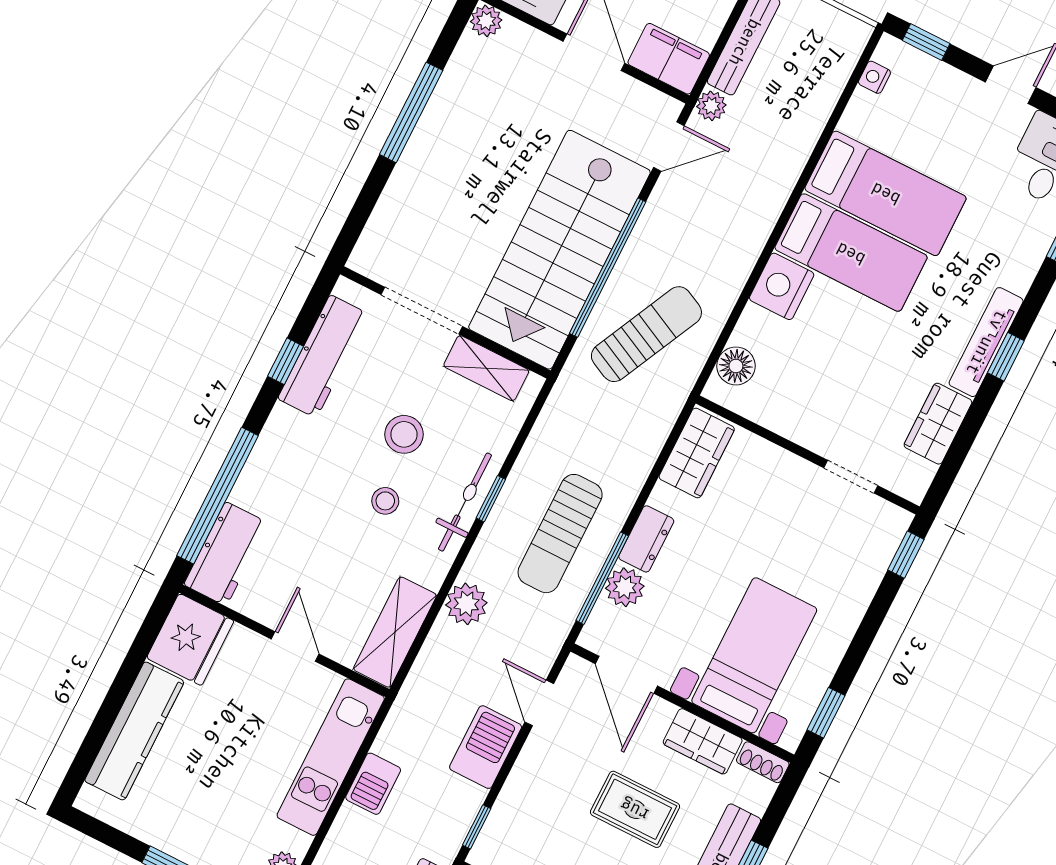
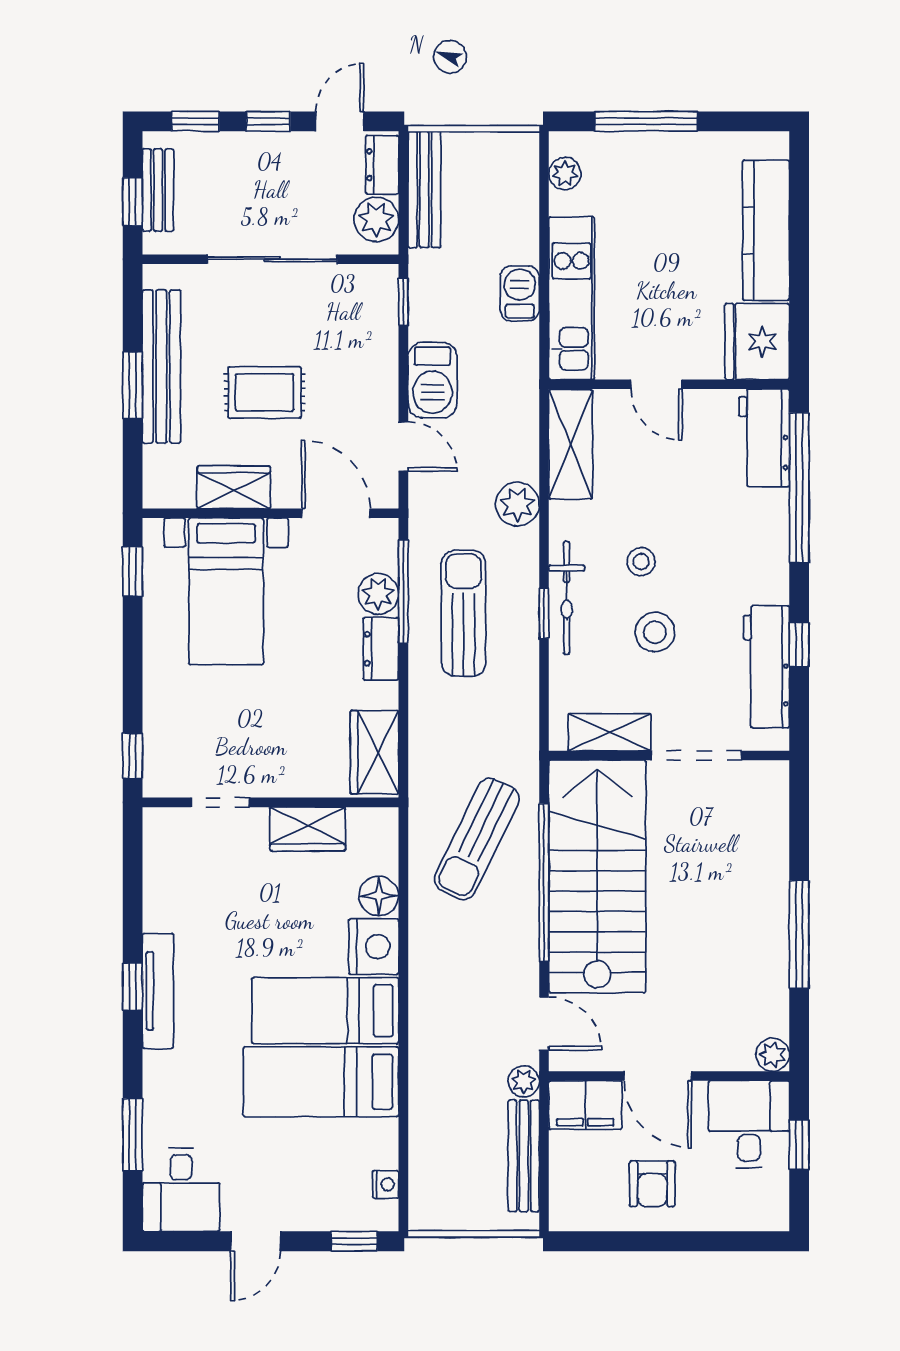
door: (669, 146) -> (544, 1024), swing flipped
floor lamp: (736, 366) -> (379, 896), moved
wardrobe: (938, 424) -> (308, 829), moved, turned 90
shoe rack: (763, 762) -> (168, 496), removed

